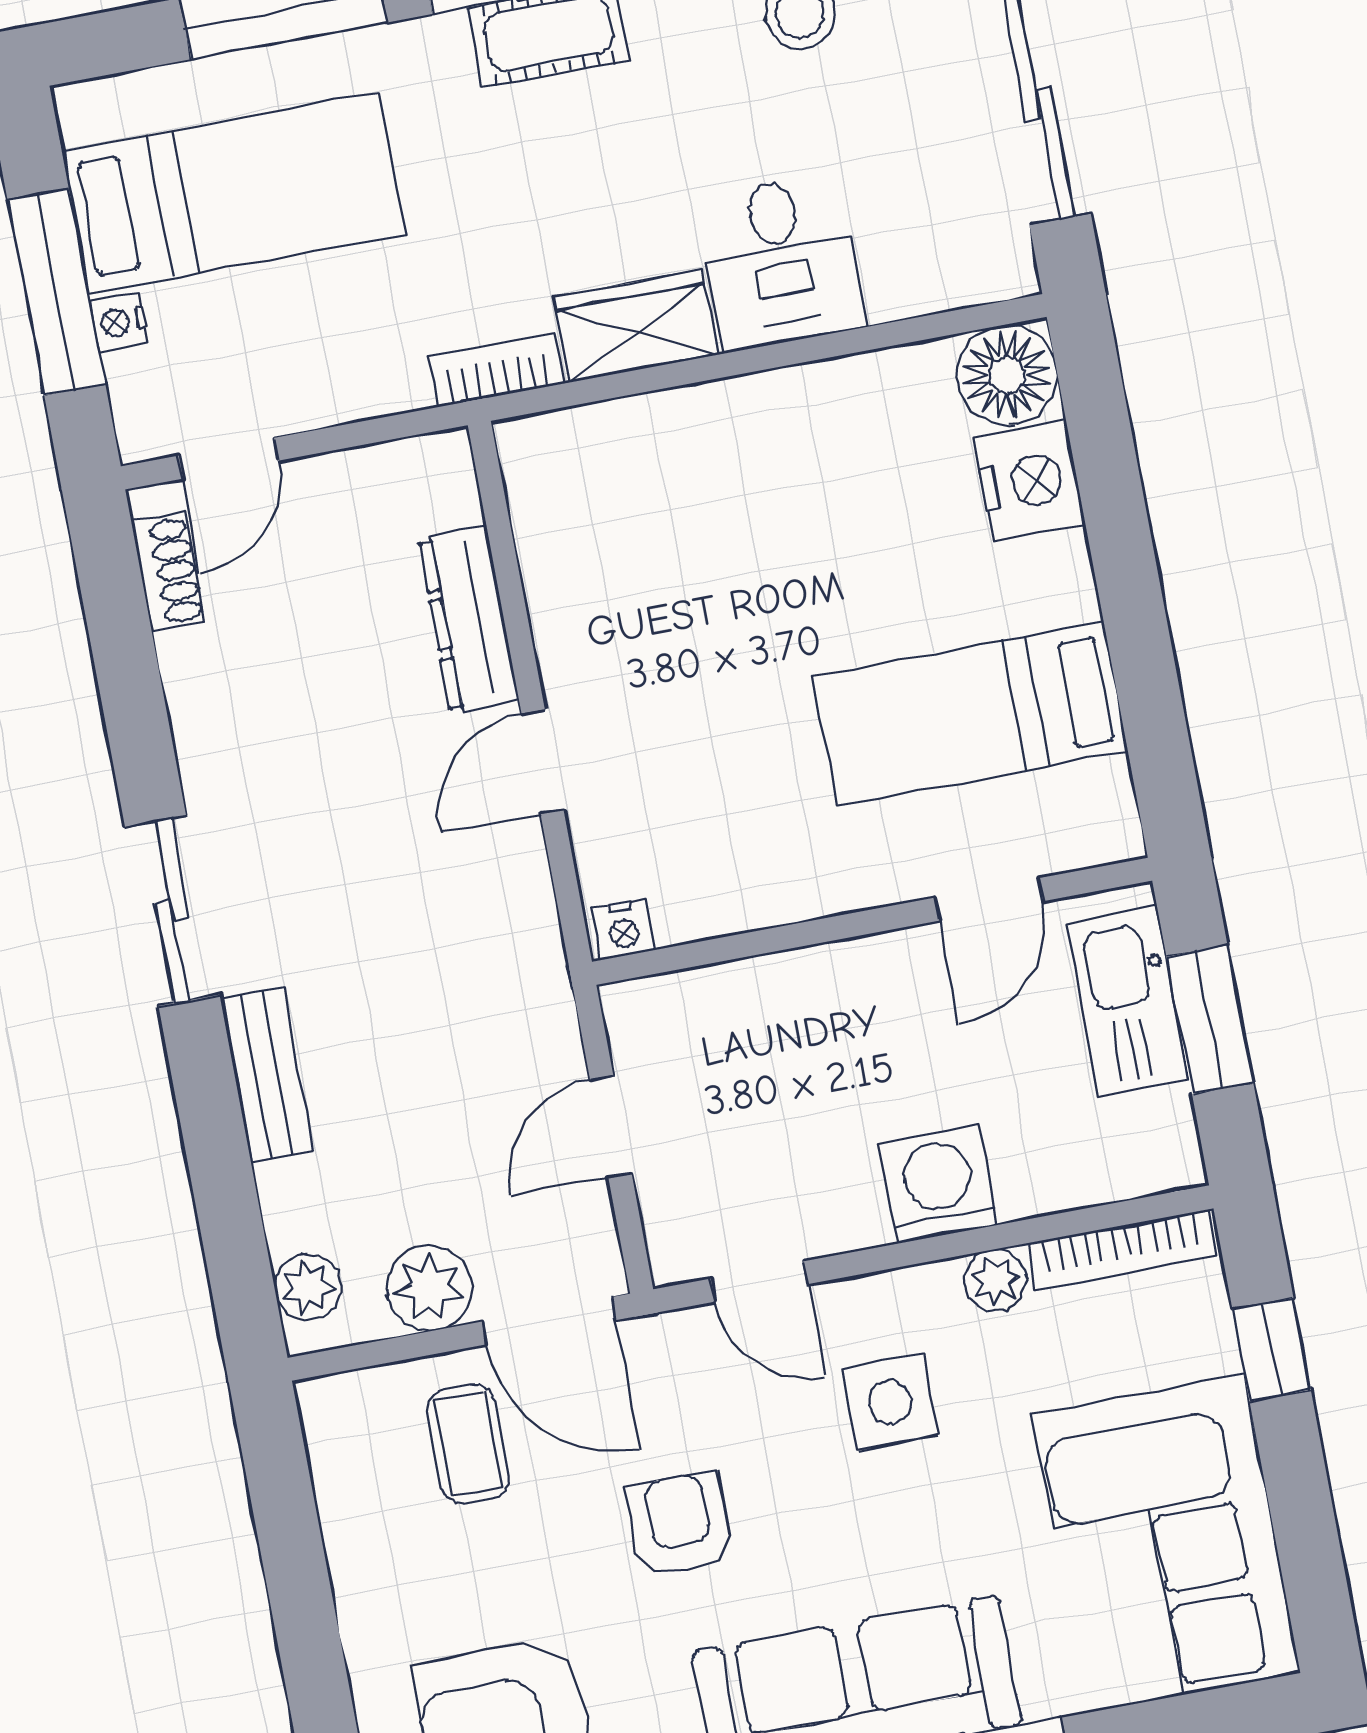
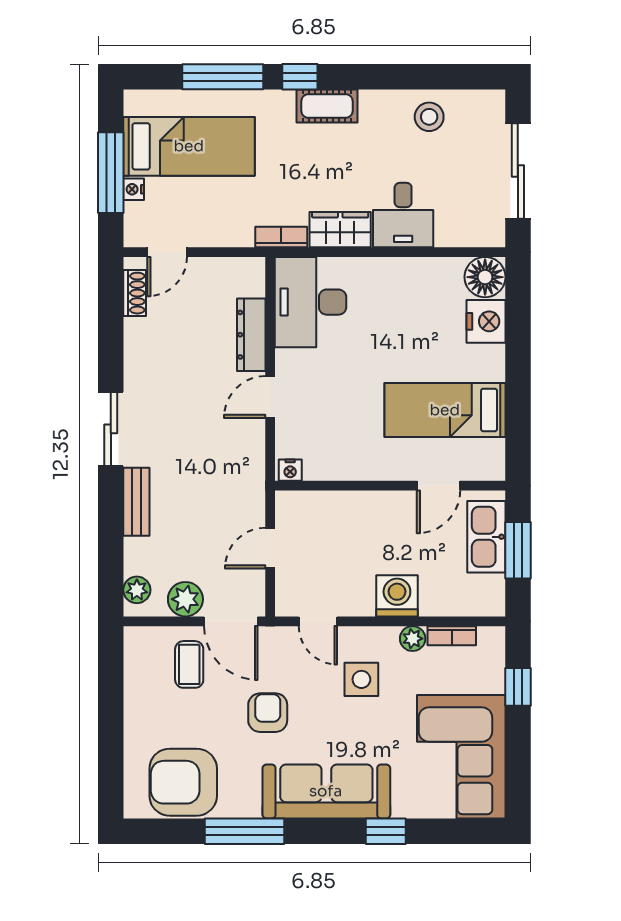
desk: (597, 514) -> (311, 302), added
bookcase: (1122, 1250) -> (452, 636), width x0.64

